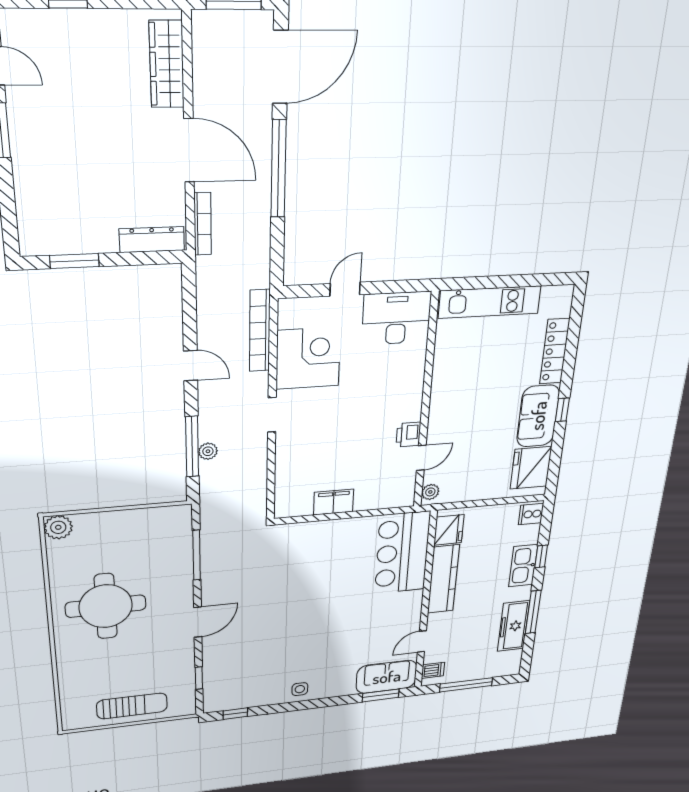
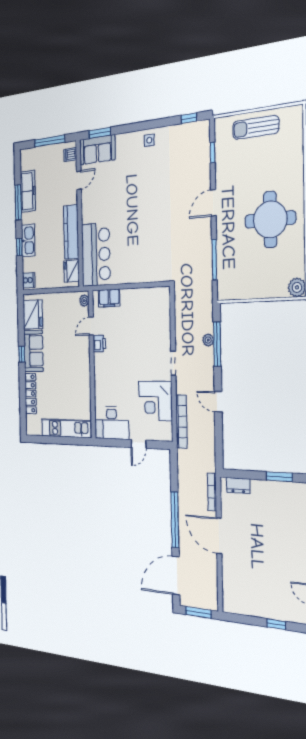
wardrobe: (167, 64) -> (230, 584), removed
dresser: (152, 240) -> (238, 485), width x0.70
filing cabinet: (334, 502) -> (109, 298), moved

